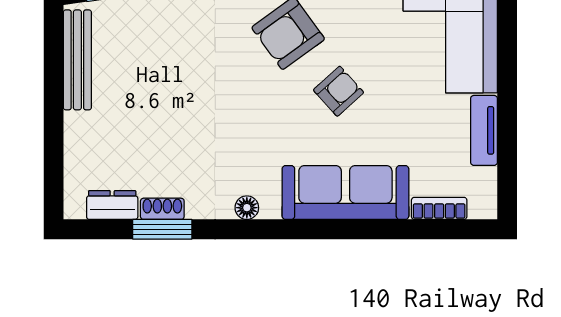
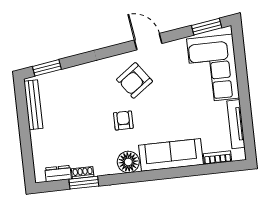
armchair: (339, 91) -> (123, 120), moved, turned -48
tv unit: (484, 130) -> (236, 124), width x1.41
floor lamp: (247, 208) -> (128, 162), width x1.89, depth x1.89

